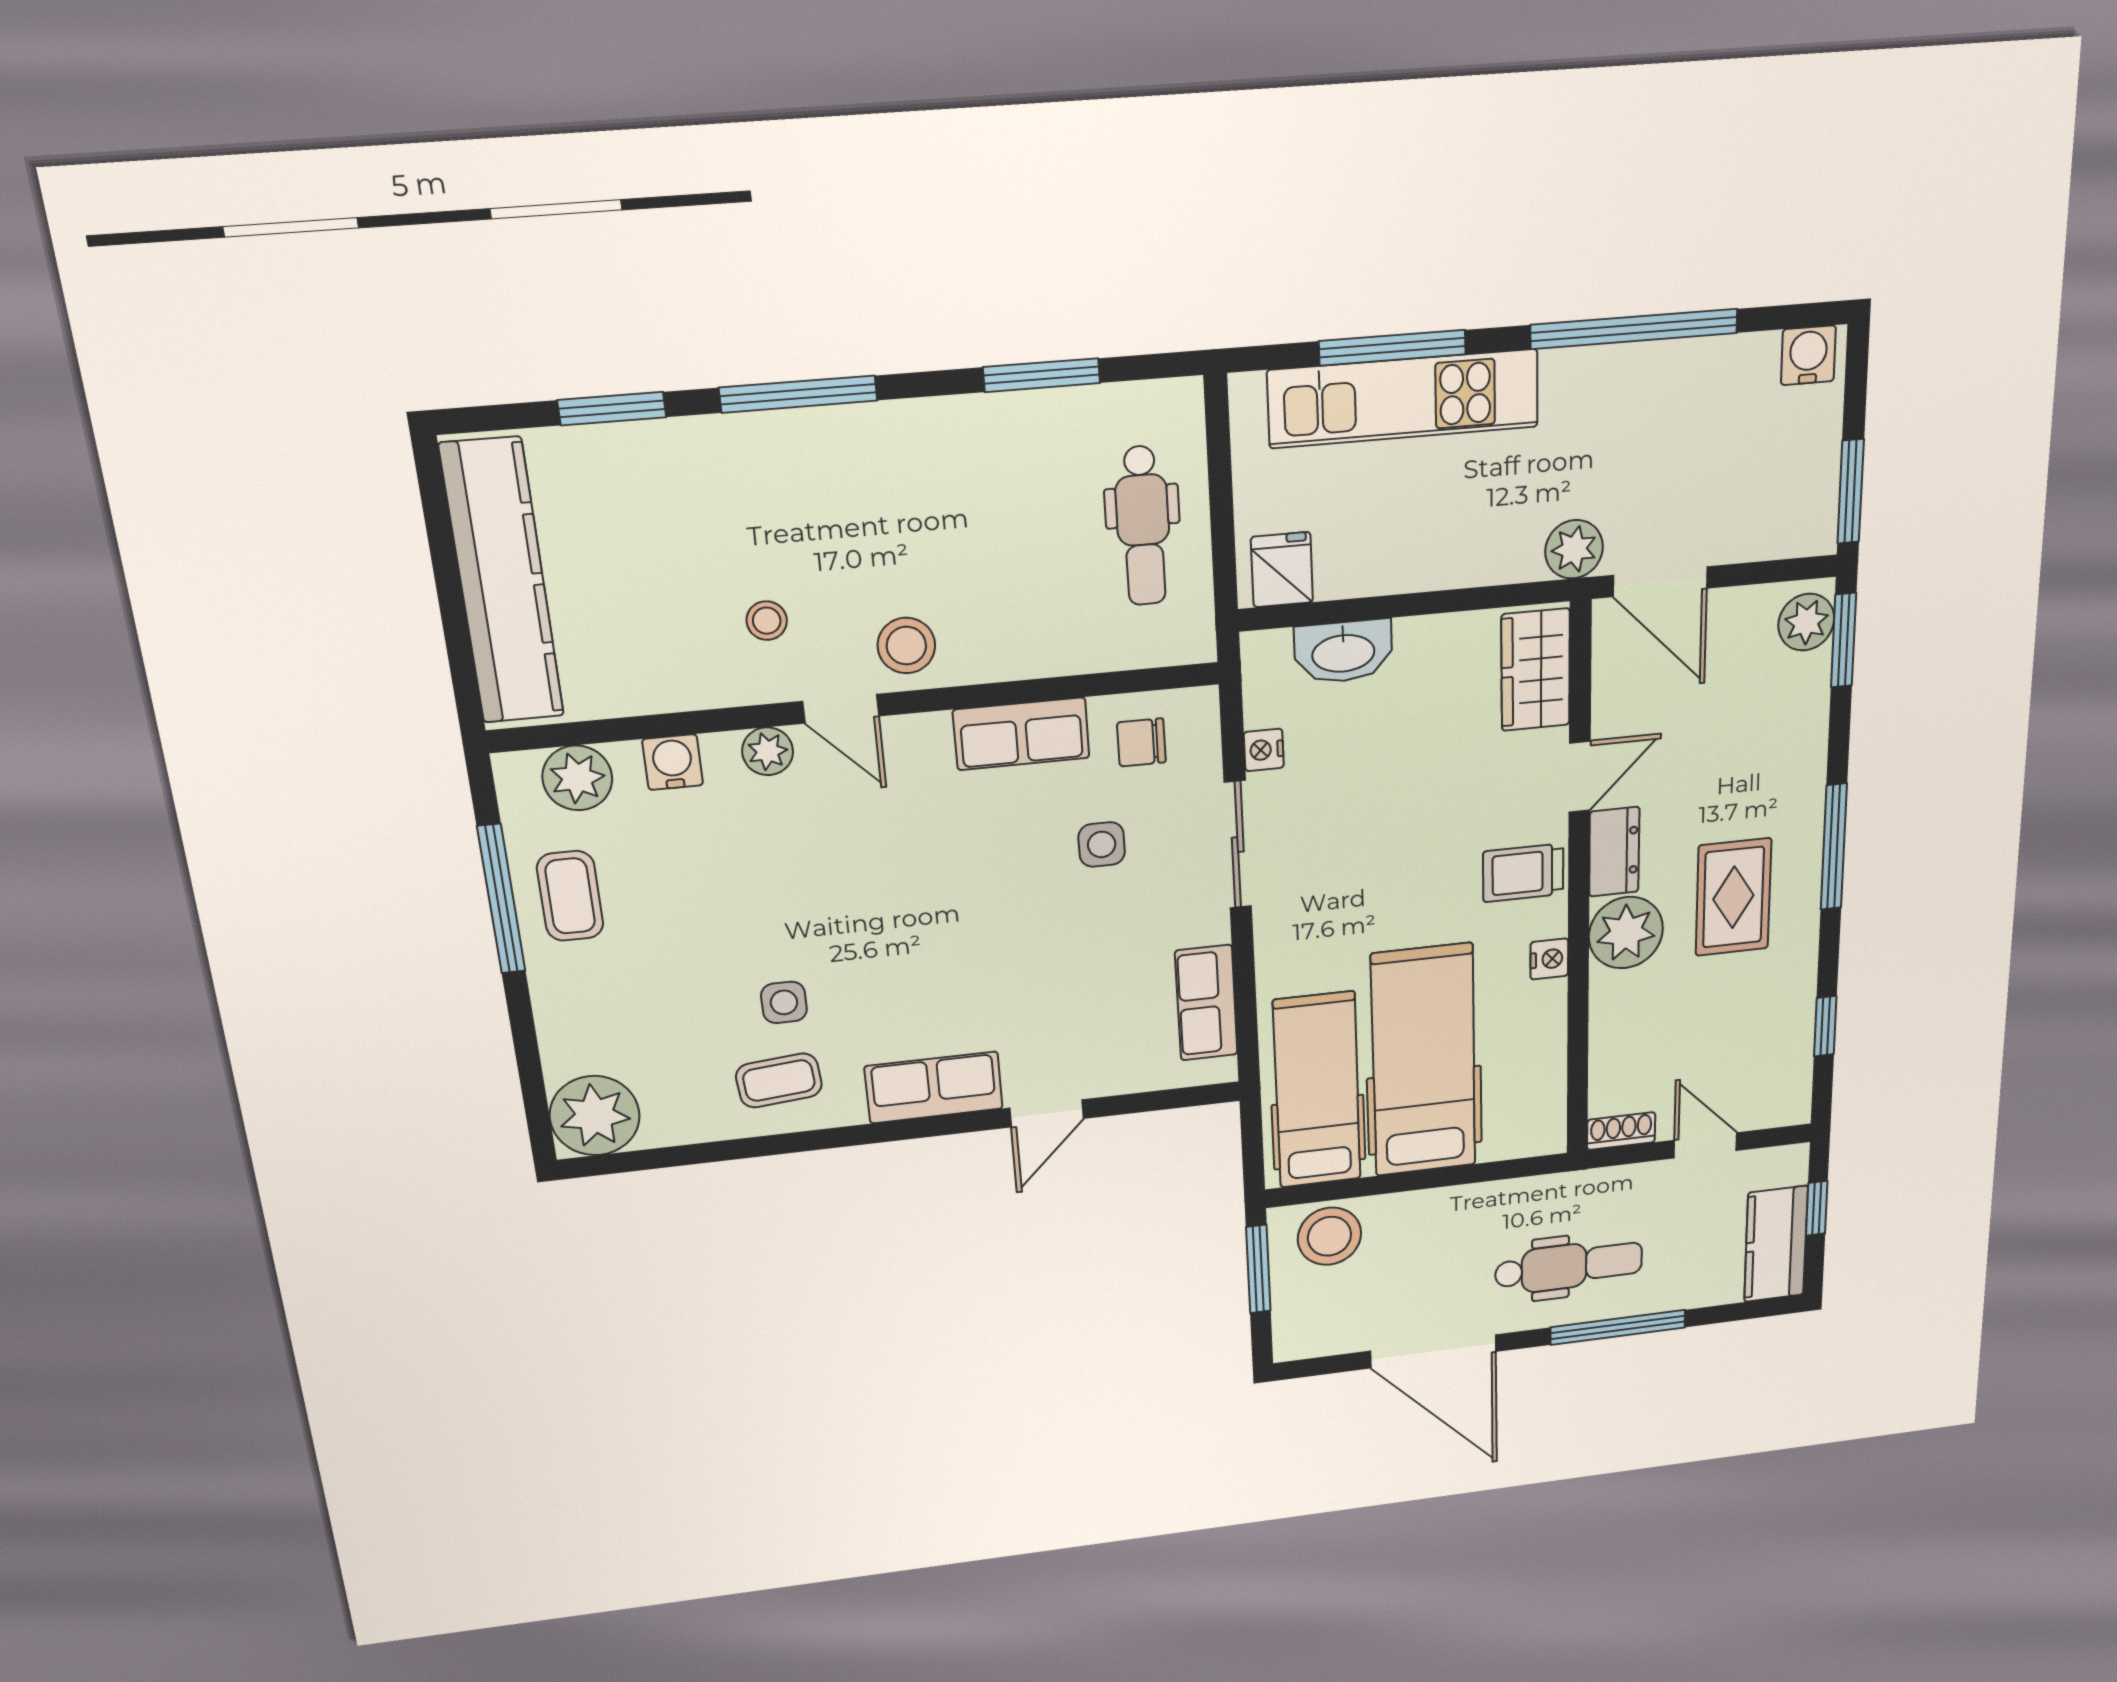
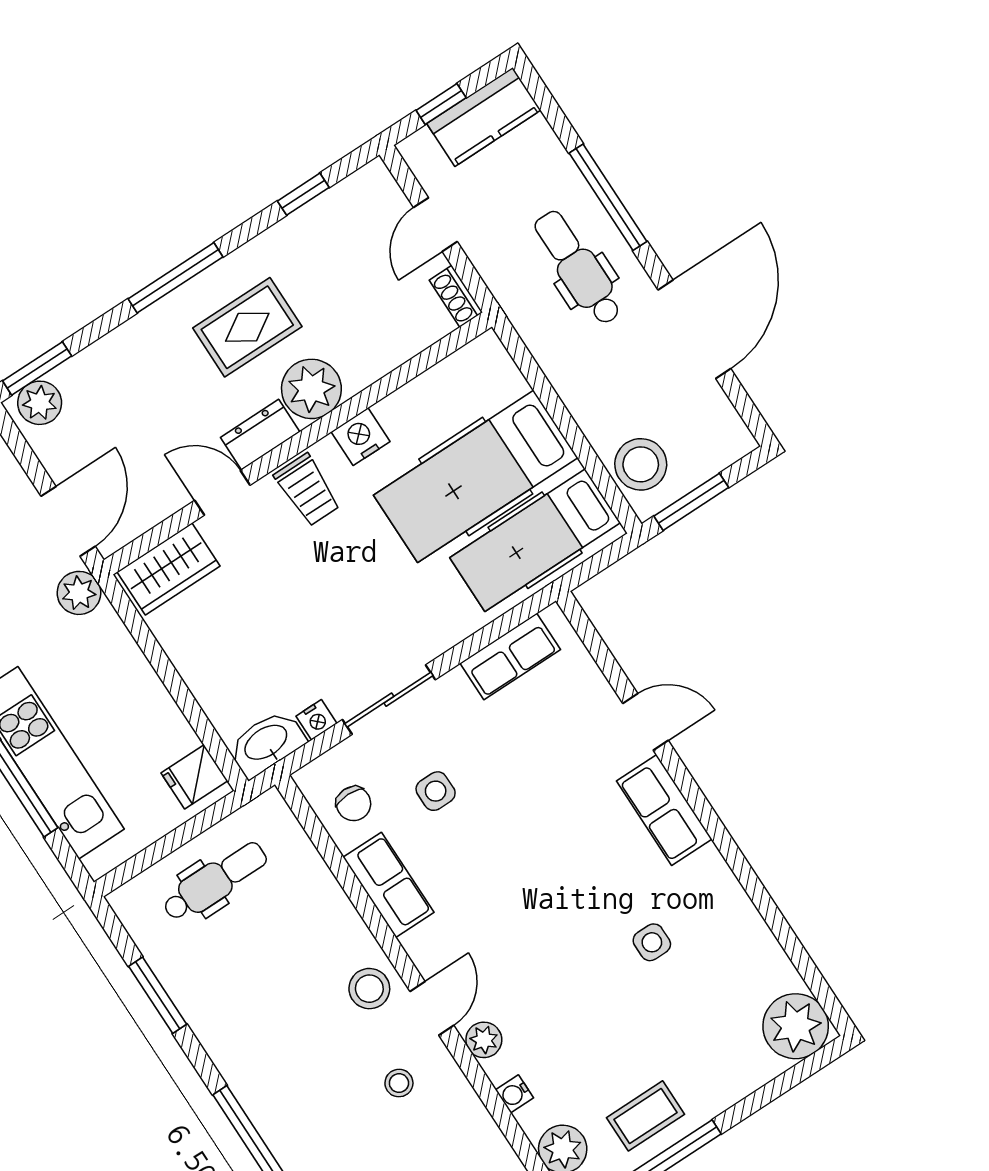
washbasin: (1343, 652) -> (267, 743), moved, turned -90
water cooler: (673, 762) -> (514, 1094), width x0.72, depth x0.72
nightstand: (1549, 959) -> (361, 437), width x1.39, depth x1.35
coffee table: (779, 1080) -> (710, 917), removed

